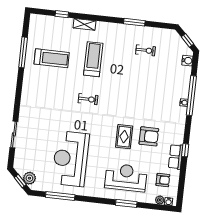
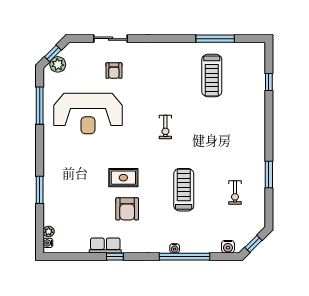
shelving: (84, 24) -> (259, 112), removed
treadmill: (93, 59) -> (184, 190), moved, turned -90
reception desk: (71, 159) -> (88, 113), turned 180
reception desk: (126, 177) -> (72, 186), removed
armchair: (163, 180) -> (114, 71), moved

